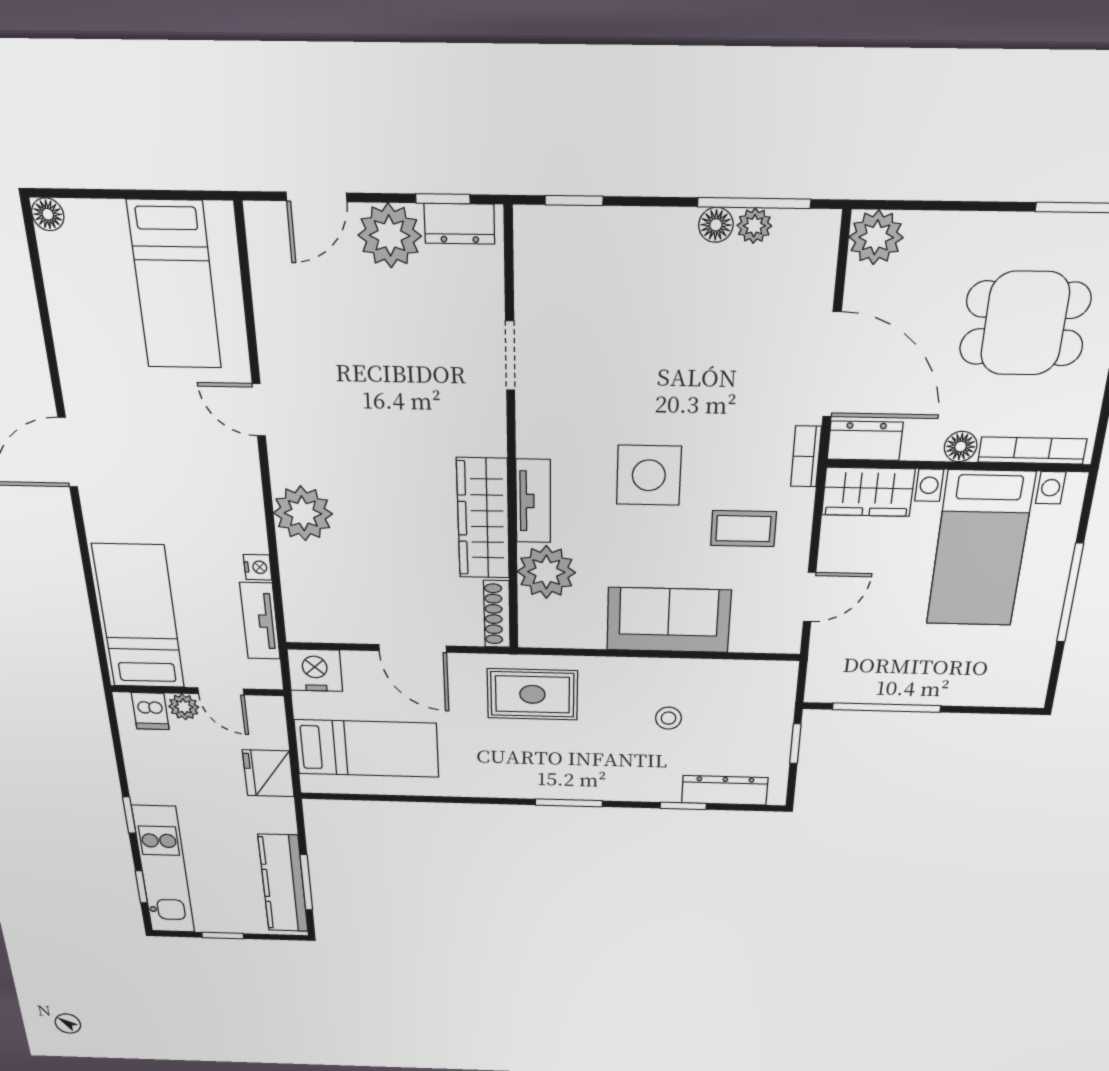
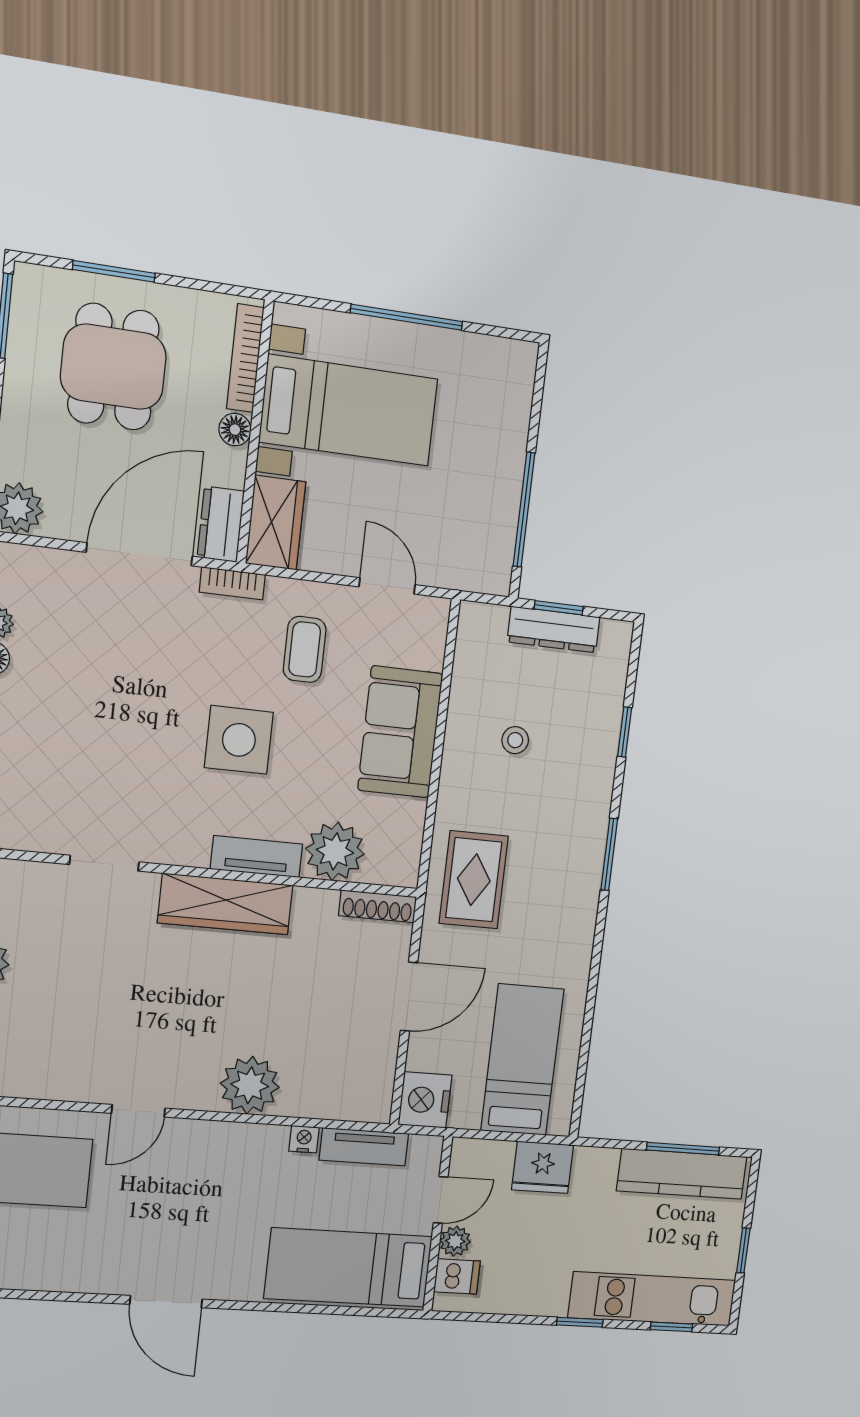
wardrobe: (483, 519) -> (225, 904), moved
dresser: (725, 790) -> (554, 630), moved, turned -90

